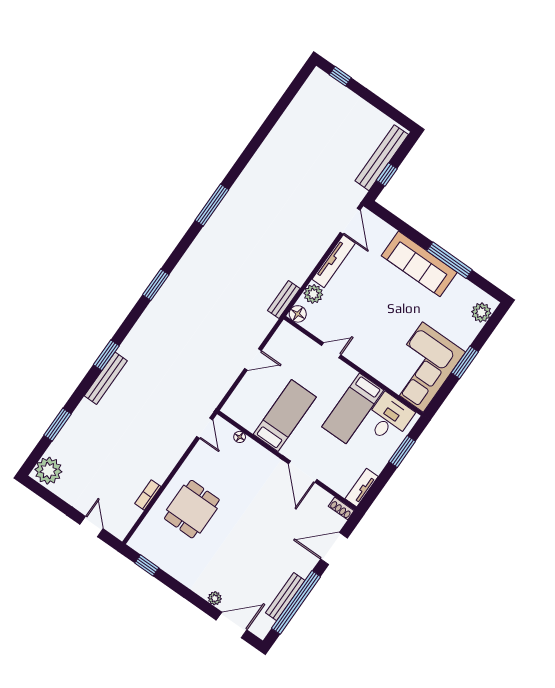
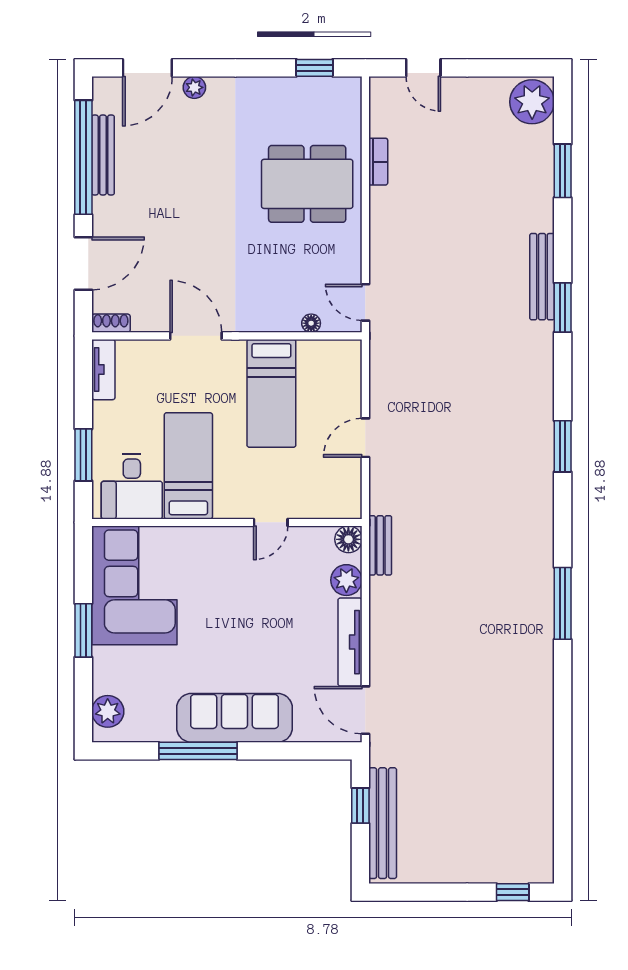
dining table: (192, 509) -> (307, 184), width x1.38

